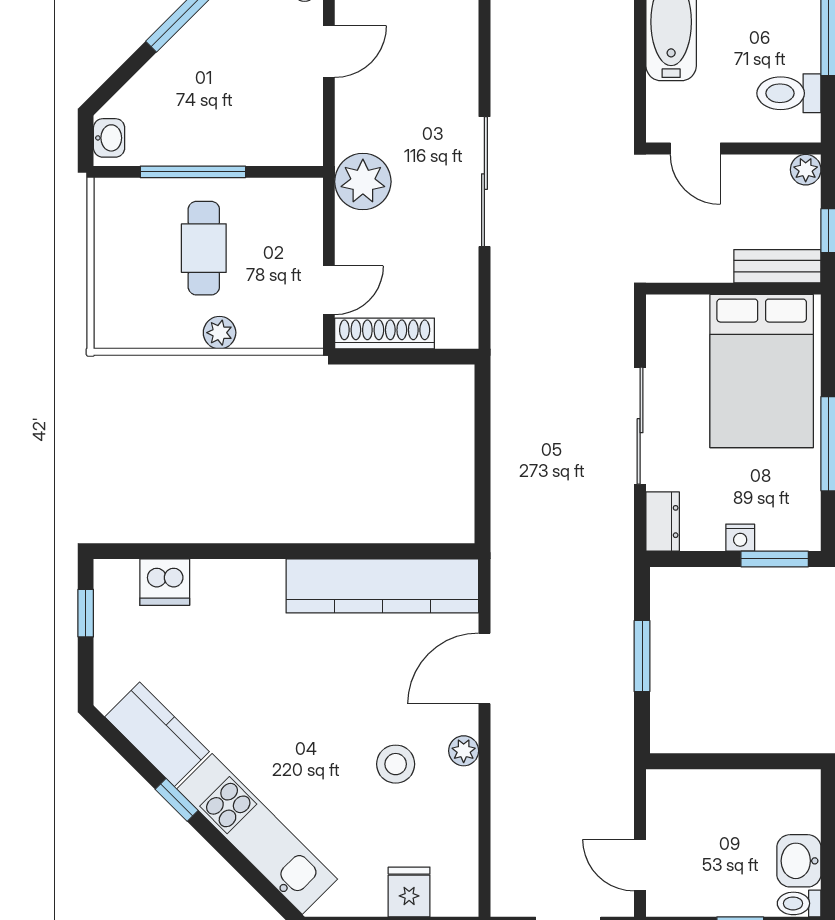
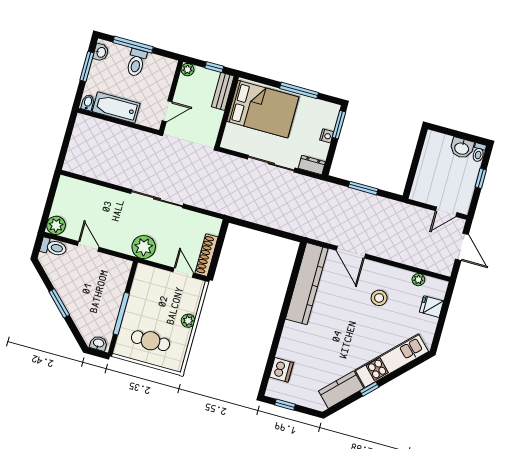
toilet: (789, 93) -> (136, 63), moved
cafe table: (204, 248) -> (150, 341), moved
plant: (464, 751) -> (418, 280), moved

